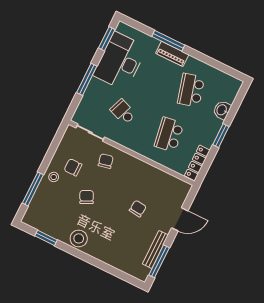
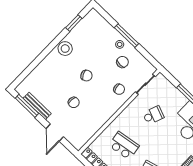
window: (33, 189) -> (126, 36), moved
chair: (87, 197) -> (87, 76), moved

